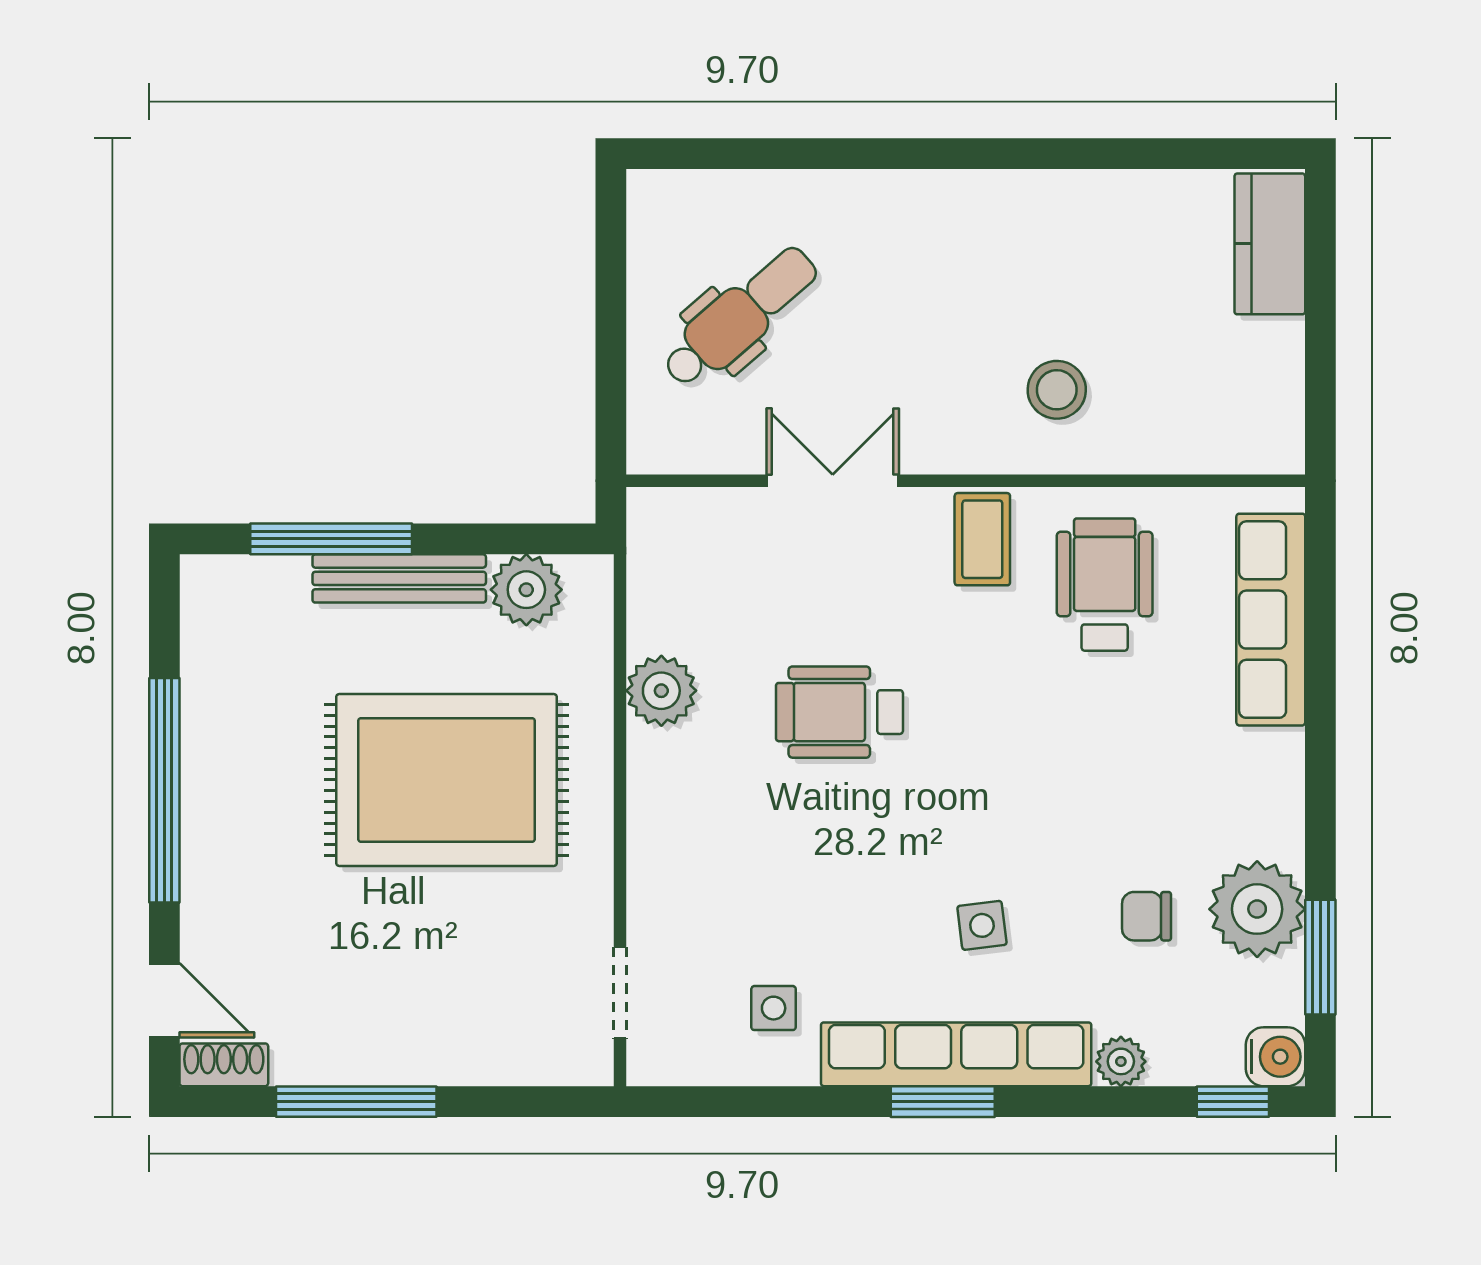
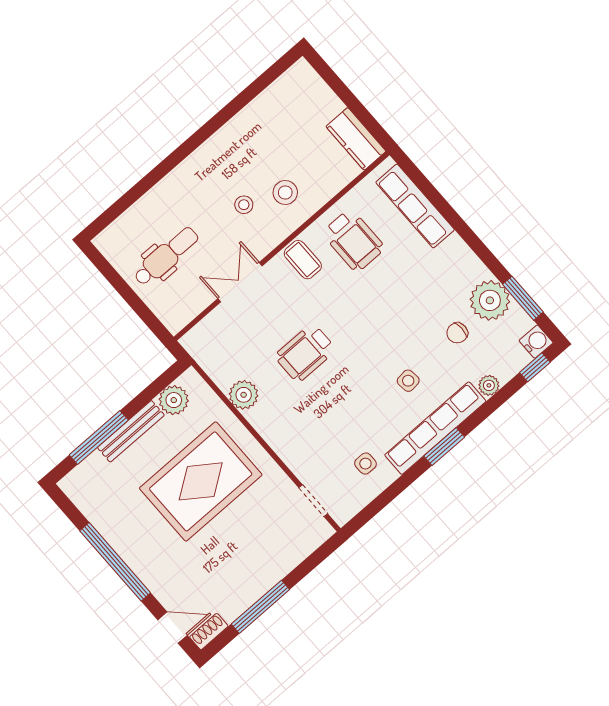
kitchen counter: (1270, 244) -> (356, 139), moved
dental chair: (740, 317) -> (166, 256), turned 41
stool: (962, 346) -> (244, 205), added
wheelchair: (1105, 585) -> (353, 240), turned 180

